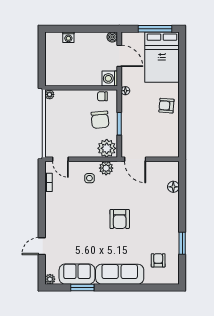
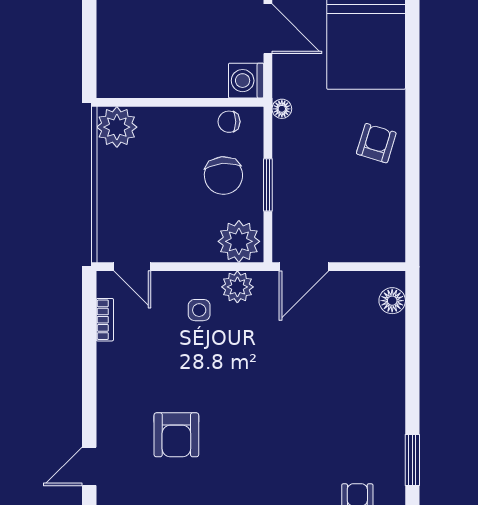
plant: (50, 94) -> (117, 127), width x1.88, depth x1.88
armchair: (166, 106) -> (376, 143), turned 102
door: (135, 159) -> (304, 267), hinge flipped
floor lamp: (173, 187) -> (392, 301), moved
armchair: (120, 219) -> (176, 435), moved

